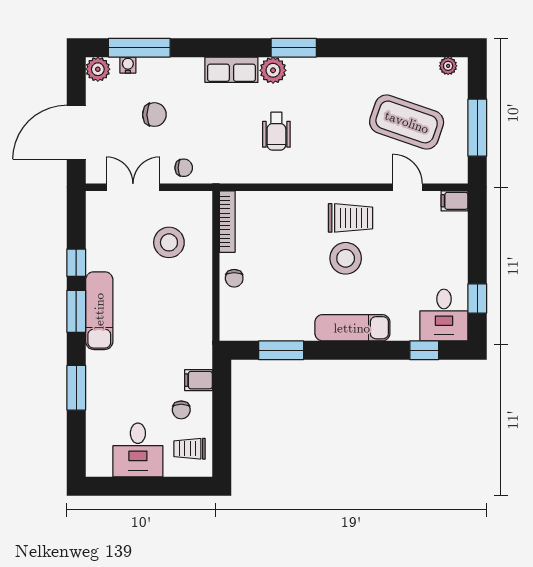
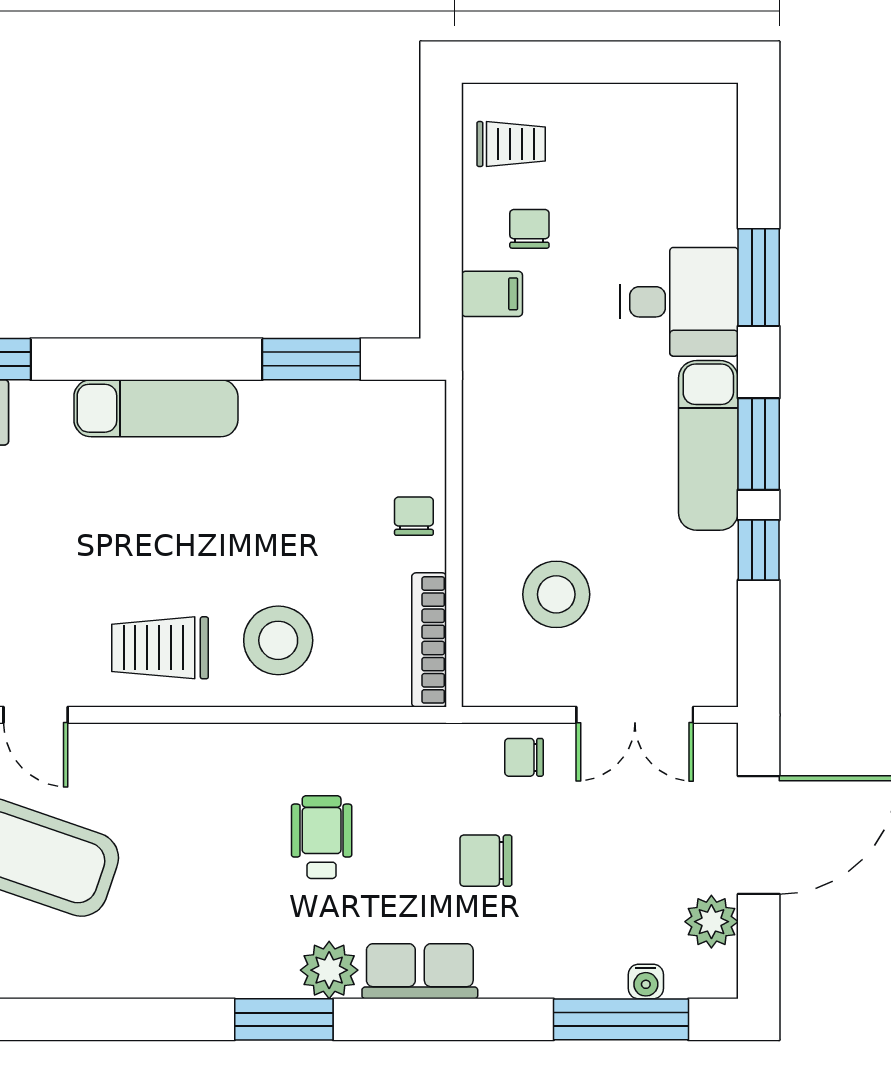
plant: (98, 69) -> (711, 922), moved
chair: (154, 115) -> (486, 861), moved
stool: (346, 258) -> (278, 640), moved
desk: (138, 450) -> (679, 302), moved, turned 90

